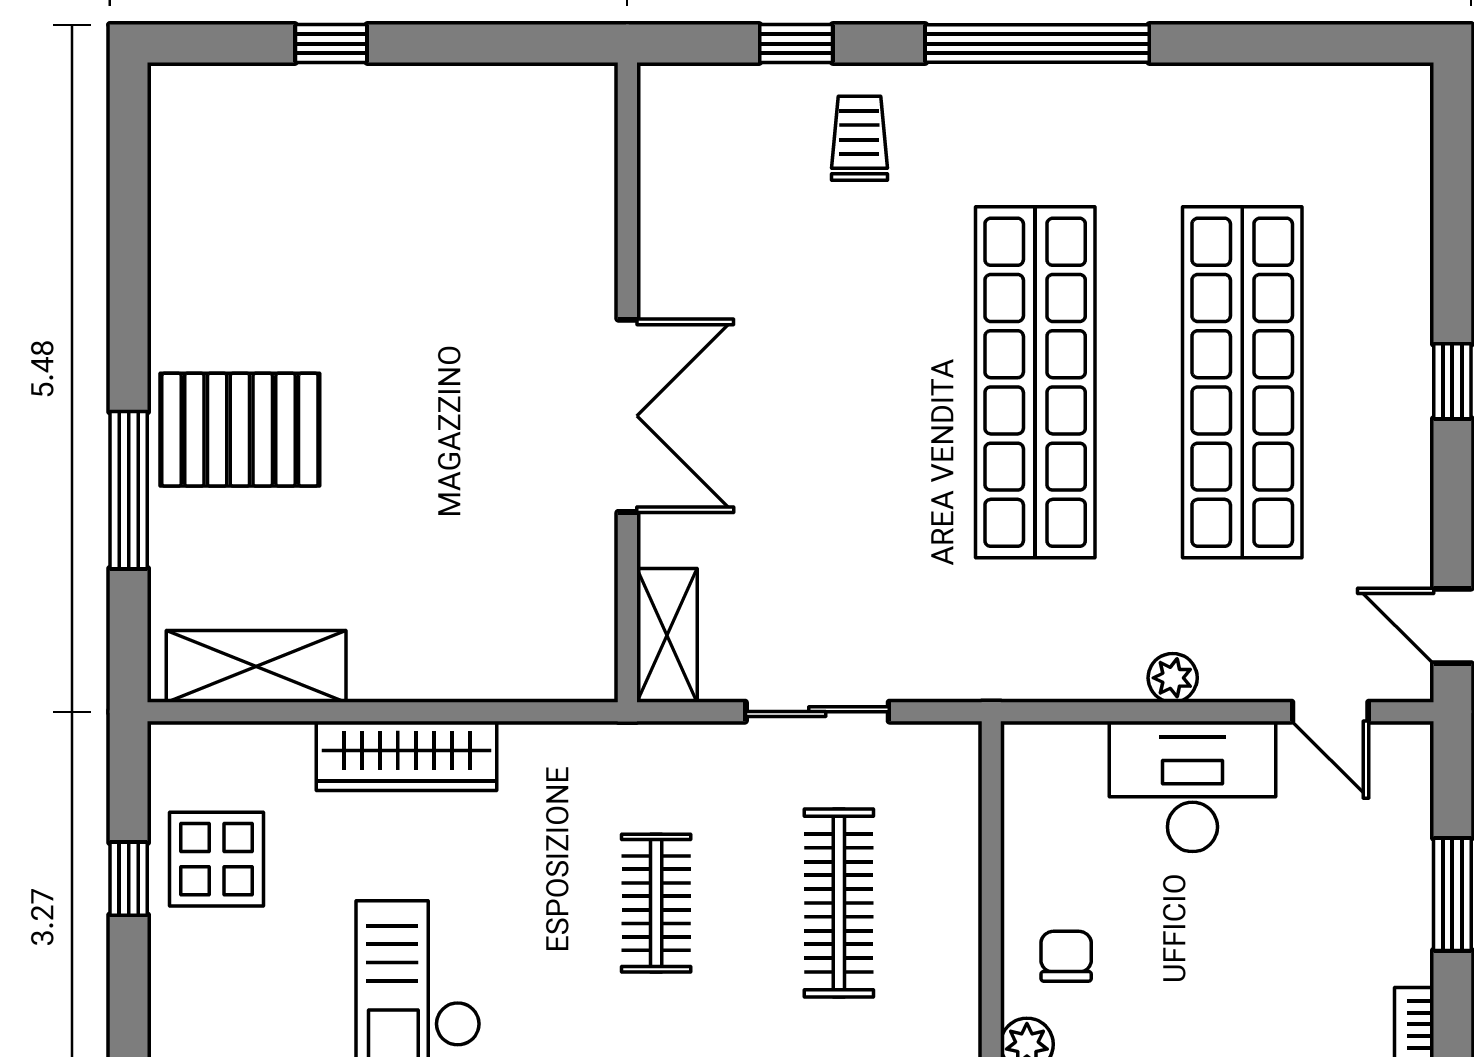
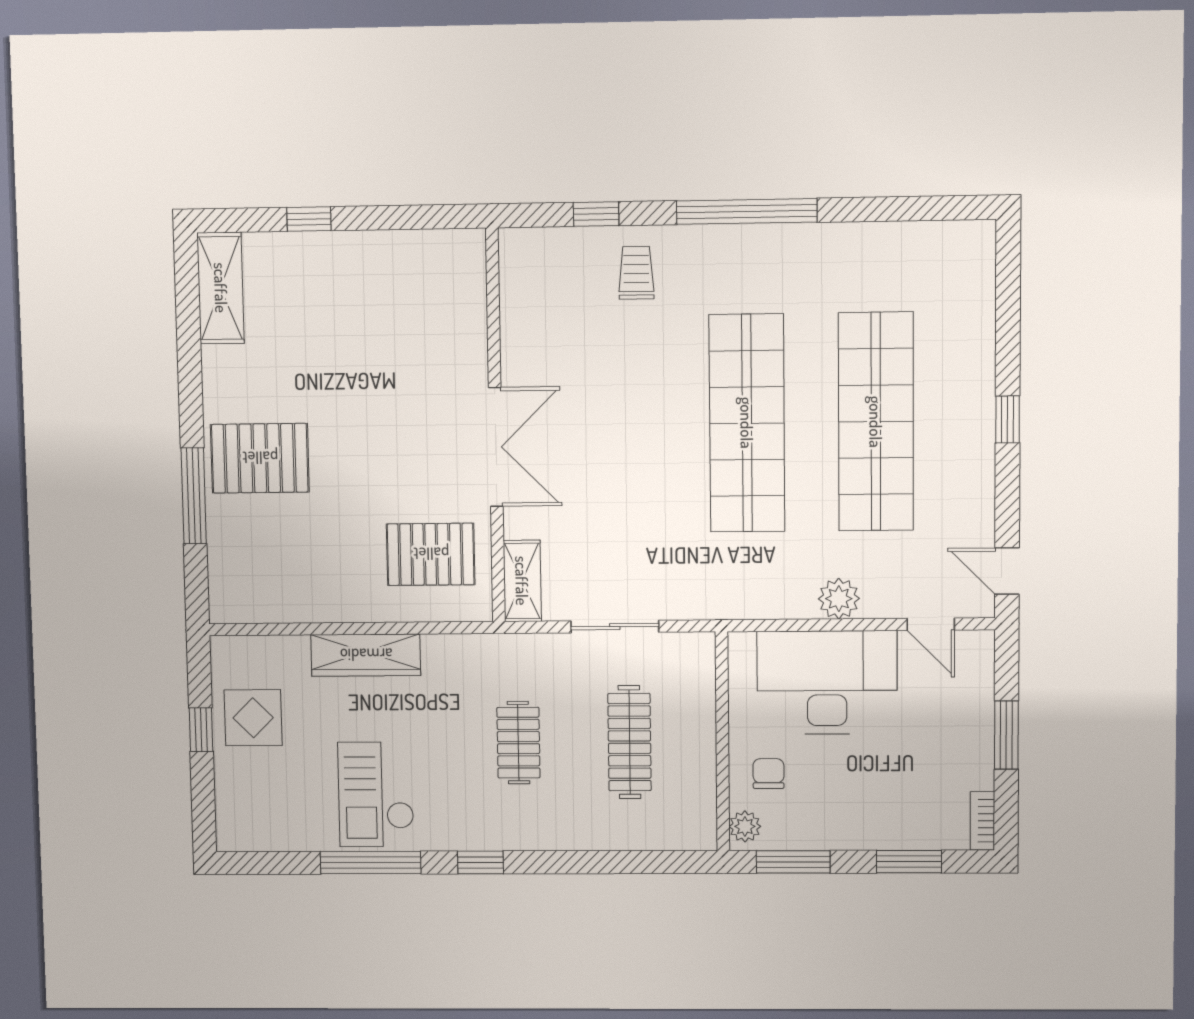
pallet: (517, 590) -> (431, 554), added
shelving: (256, 666) -> (221, 288), moved, turned 90
plant: (1173, 678) -> (839, 599), width x1.38, depth x1.38
desk: (1192, 786) -> (827, 682), width x1.36, depth x1.30

